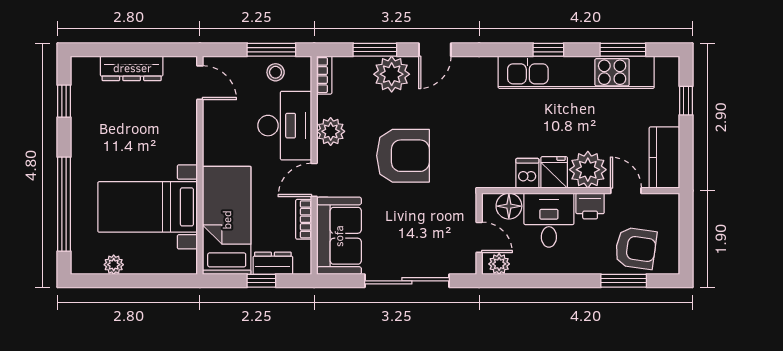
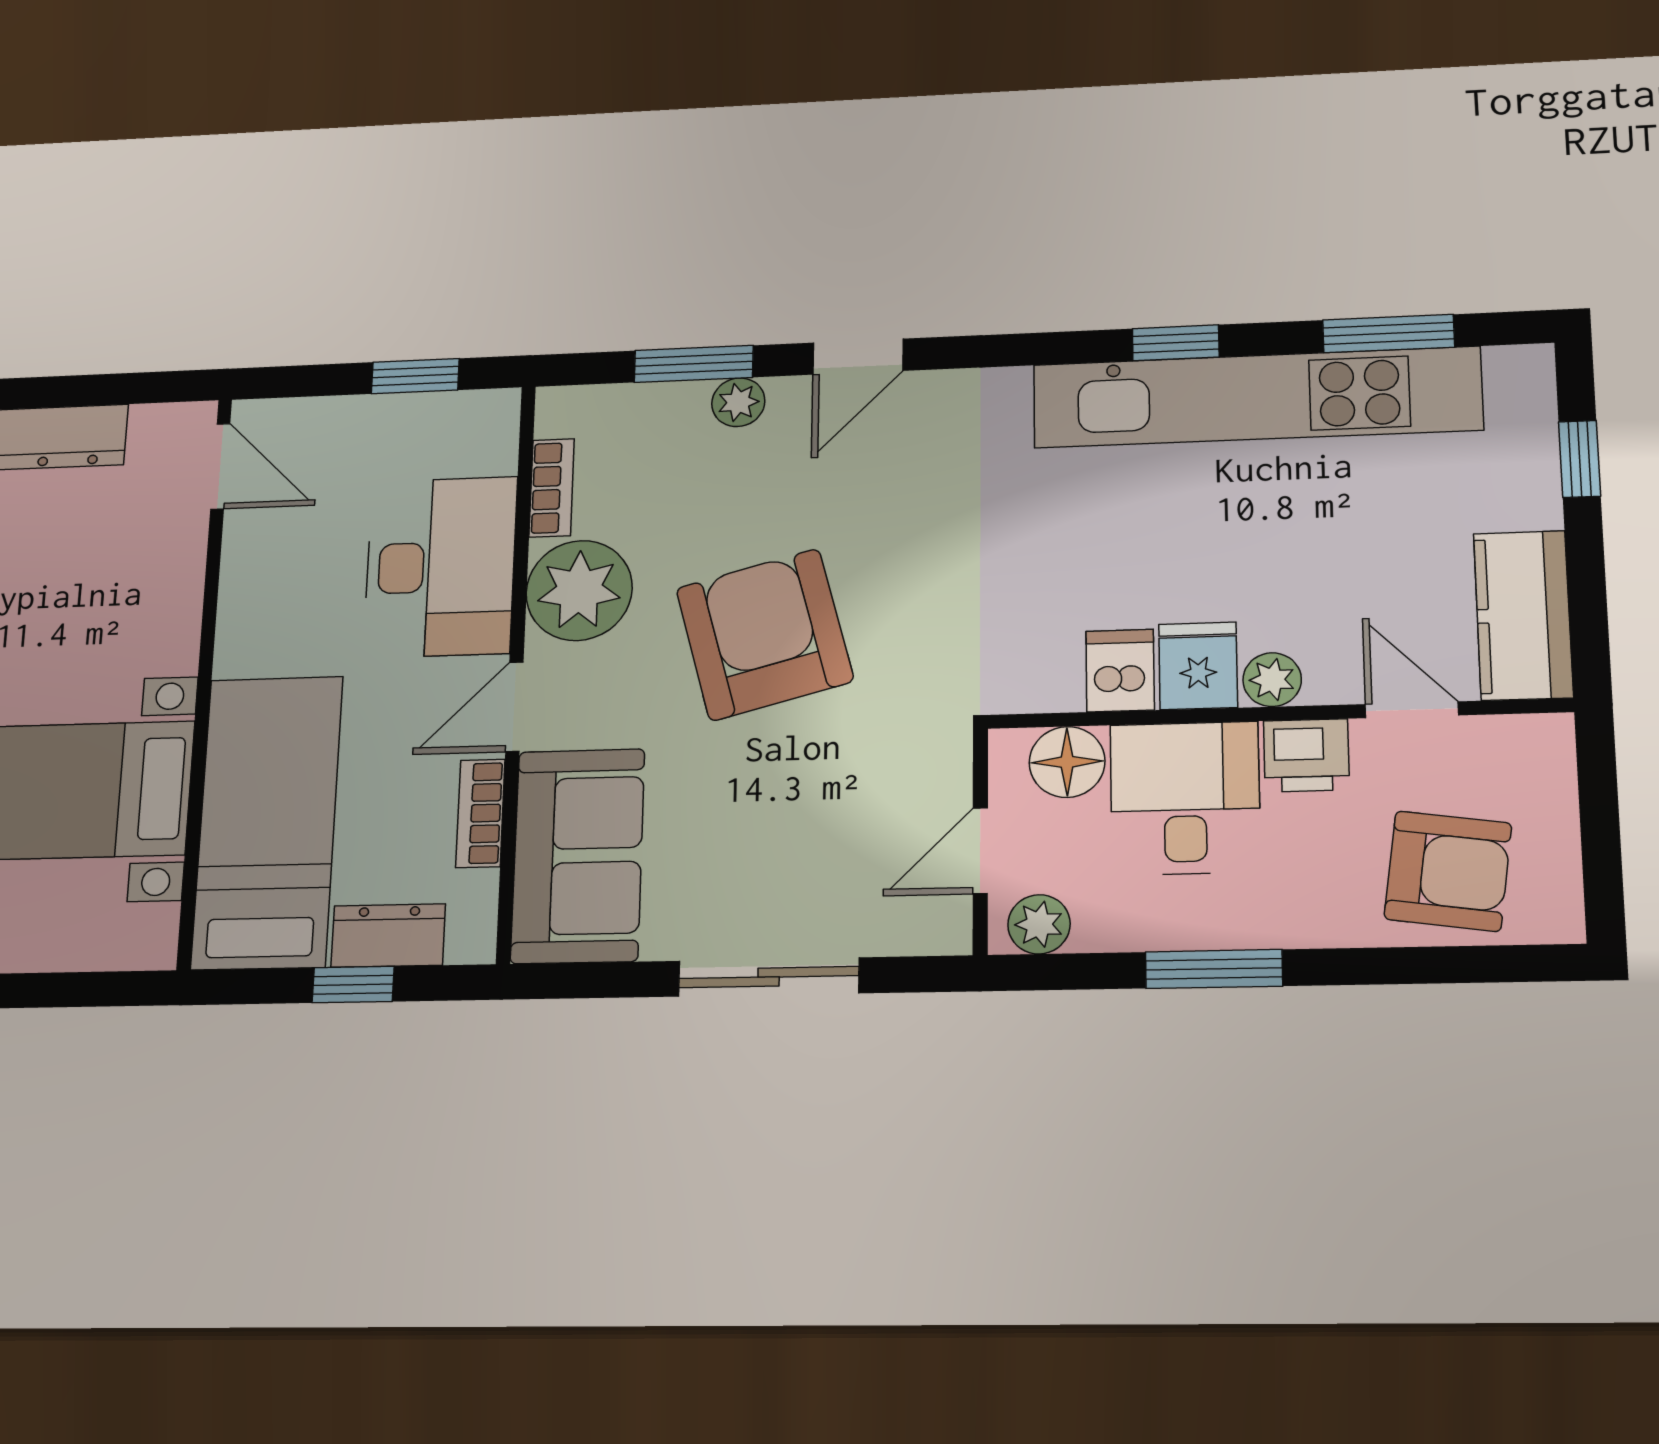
window: (271, 50) -> (415, 376), width x0.67
stool: (276, 72) -> (423, 432), removed
plant: (392, 74) -> (738, 402), width x0.53, depth x0.53
bookcase: (324, 75) -> (552, 488), moved
plant: (331, 131) -> (579, 590), width x1.36, depth x1.36
armchair: (403, 156) -> (765, 635), turned -105
plant: (588, 170) -> (1272, 680), width x0.53, depth x0.53
door: (479, 237) -> (980, 851), swing flipped
sliding door: (407, 281) -> (769, 977), width x0.73
window: (624, 281) -> (1214, 969), moved

